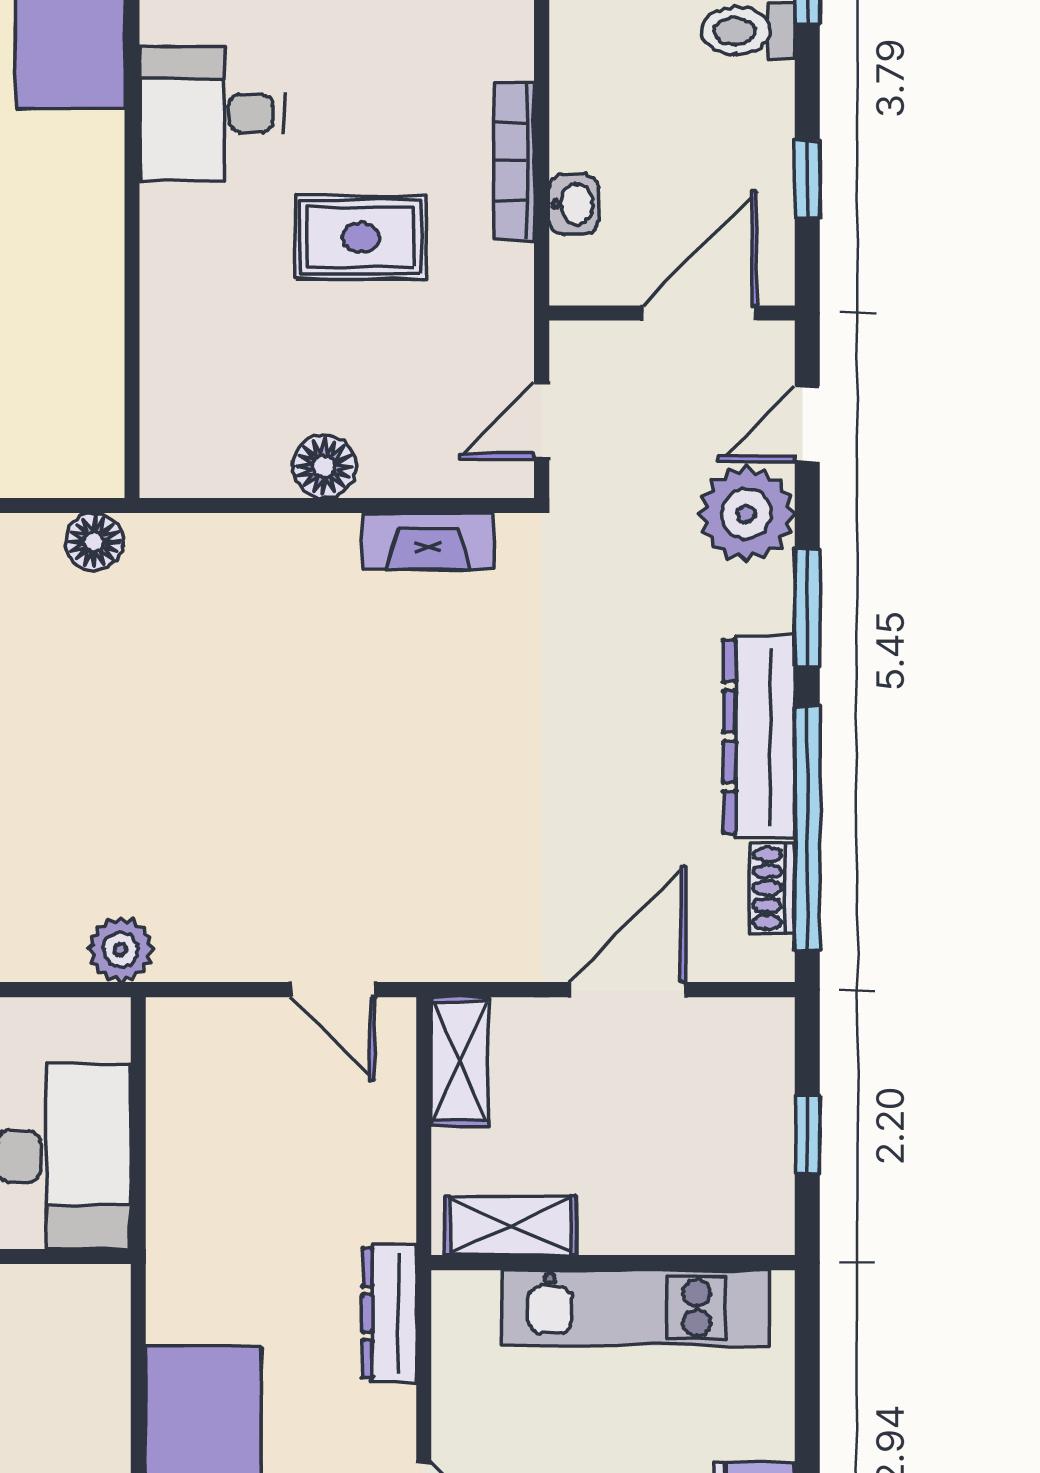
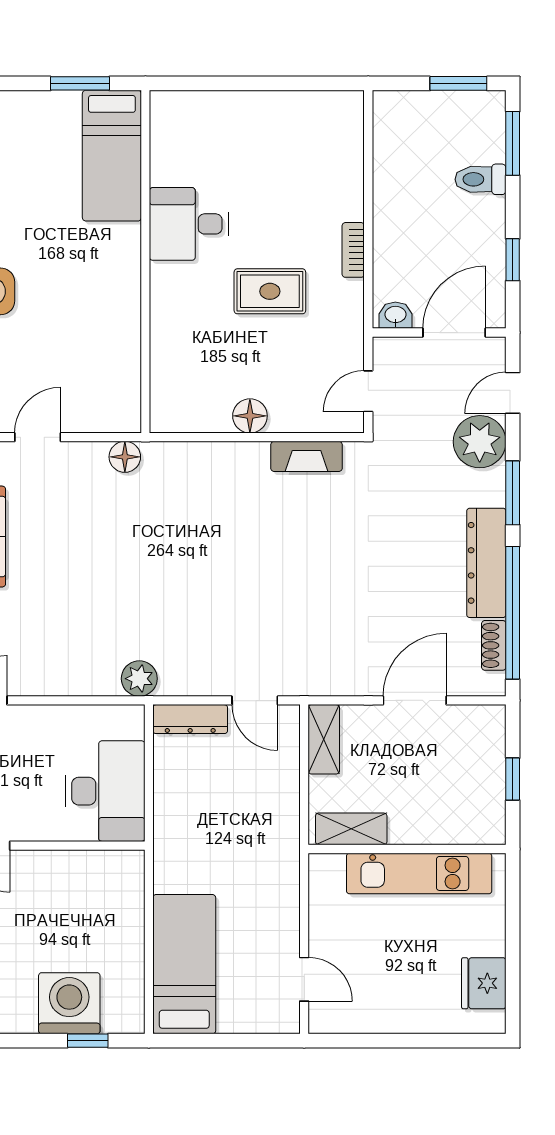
bookcase: (514, 161) -> (353, 250), width x0.64
washbasin: (573, 204) -> (395, 315), moved, turned -90
dresser: (389, 1313) -> (190, 719), moved, turned -90

